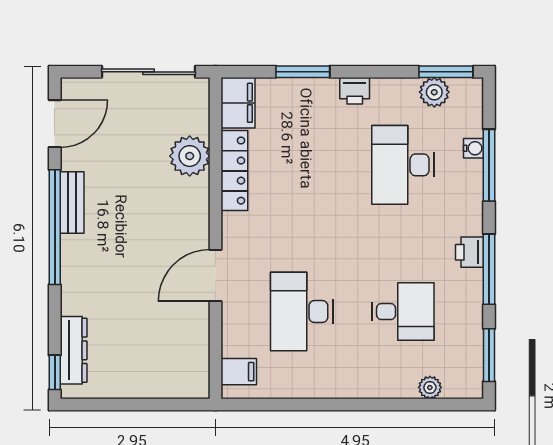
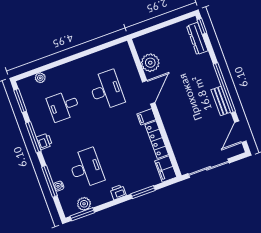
plant: (190, 156) -> (150, 63), moved
filing cabinet: (239, 372) -> (146, 117), moved

